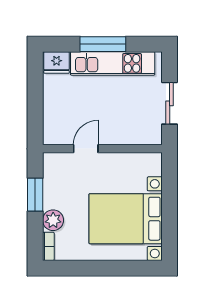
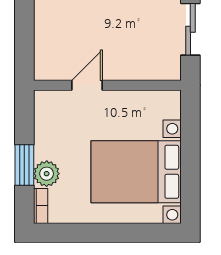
window: (35, 195) -> (24, 165), moved

